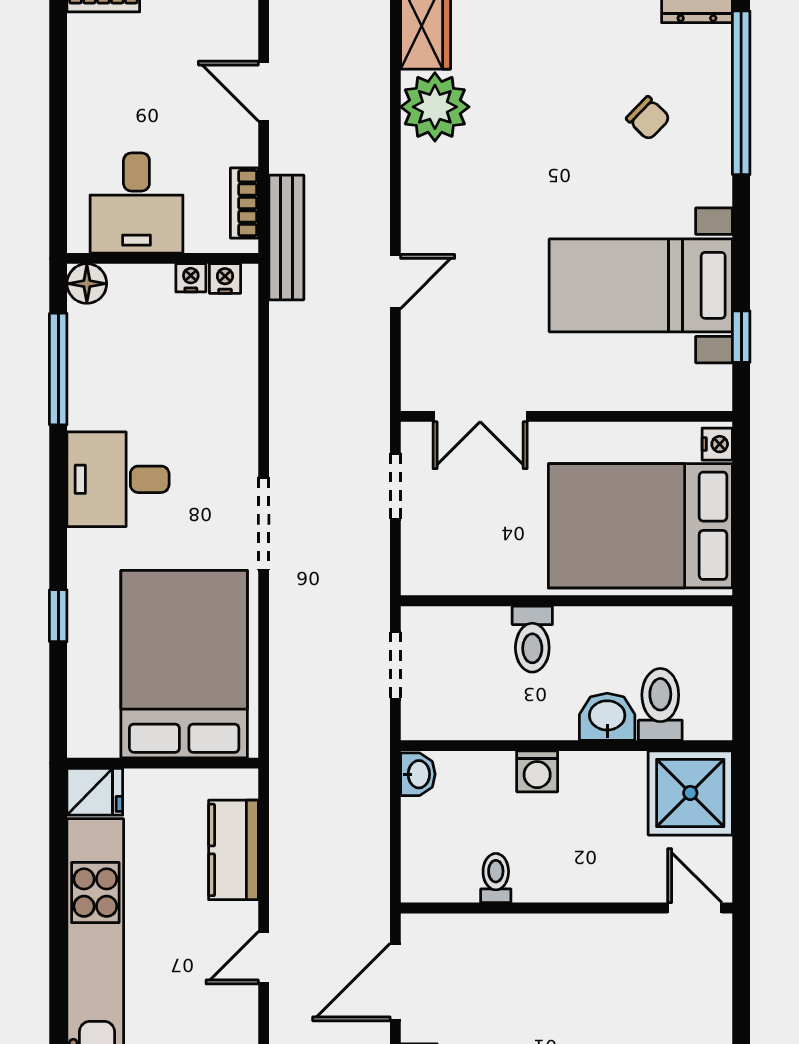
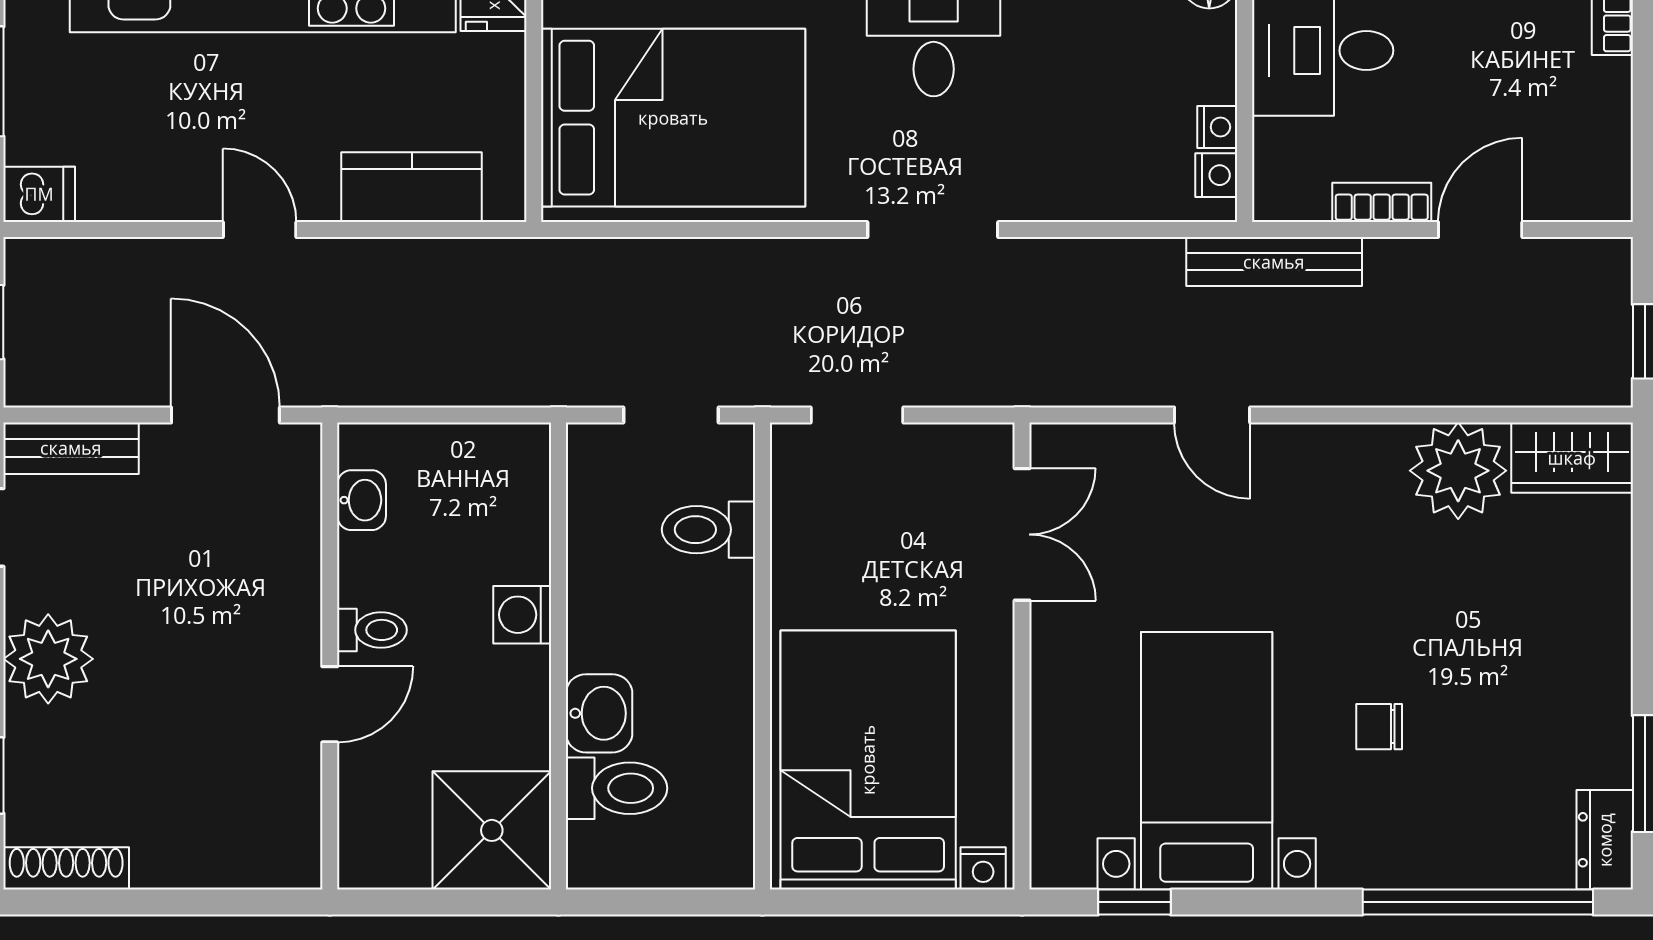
chair: (648, 118) -> (1379, 727), moved, turned 46
bookcase: (244, 203) -> (1382, 202), moved
double door: (480, 416) -> (1022, 534), swing flipped
doorway: (395, 486) -> (857, 415), moved
doorway: (264, 524) -> (933, 230), moved
toilet: (532, 639) -> (708, 530), moved
washbasin: (418, 774) -> (362, 500), moved, turned -90
toilet: (496, 878) -> (372, 630), moved
door: (695, 908) -> (330, 704), moved

